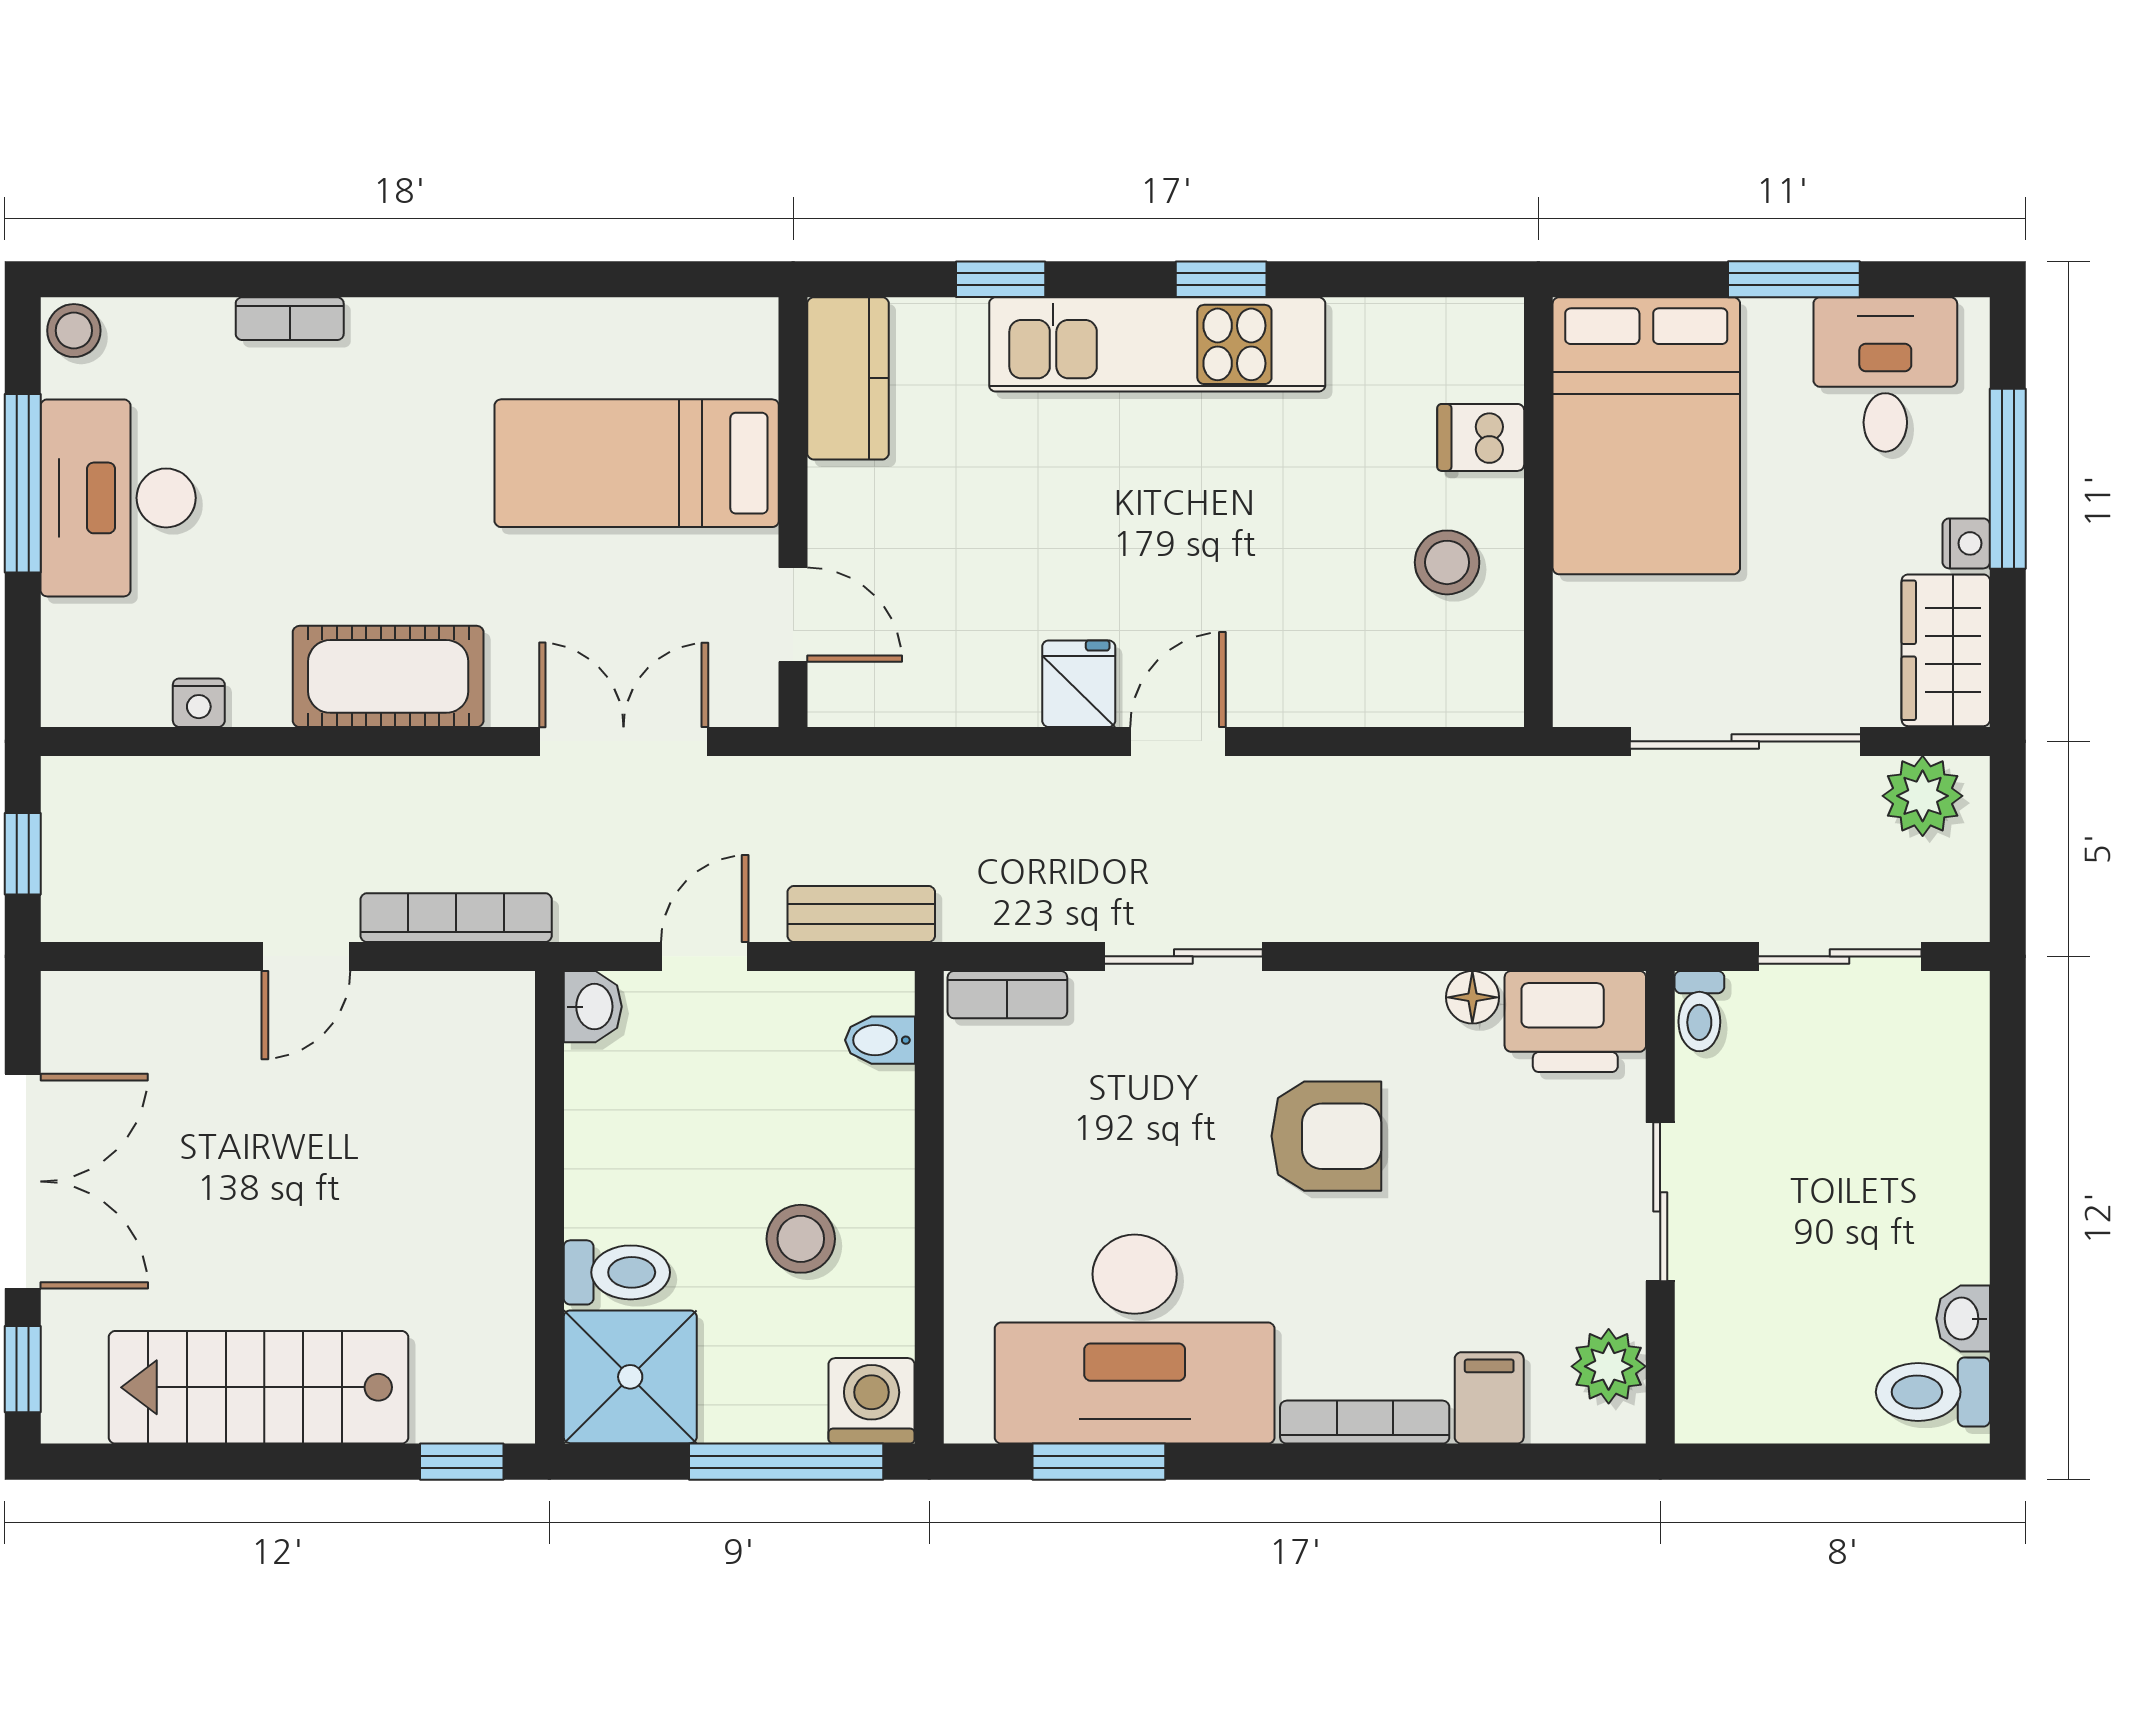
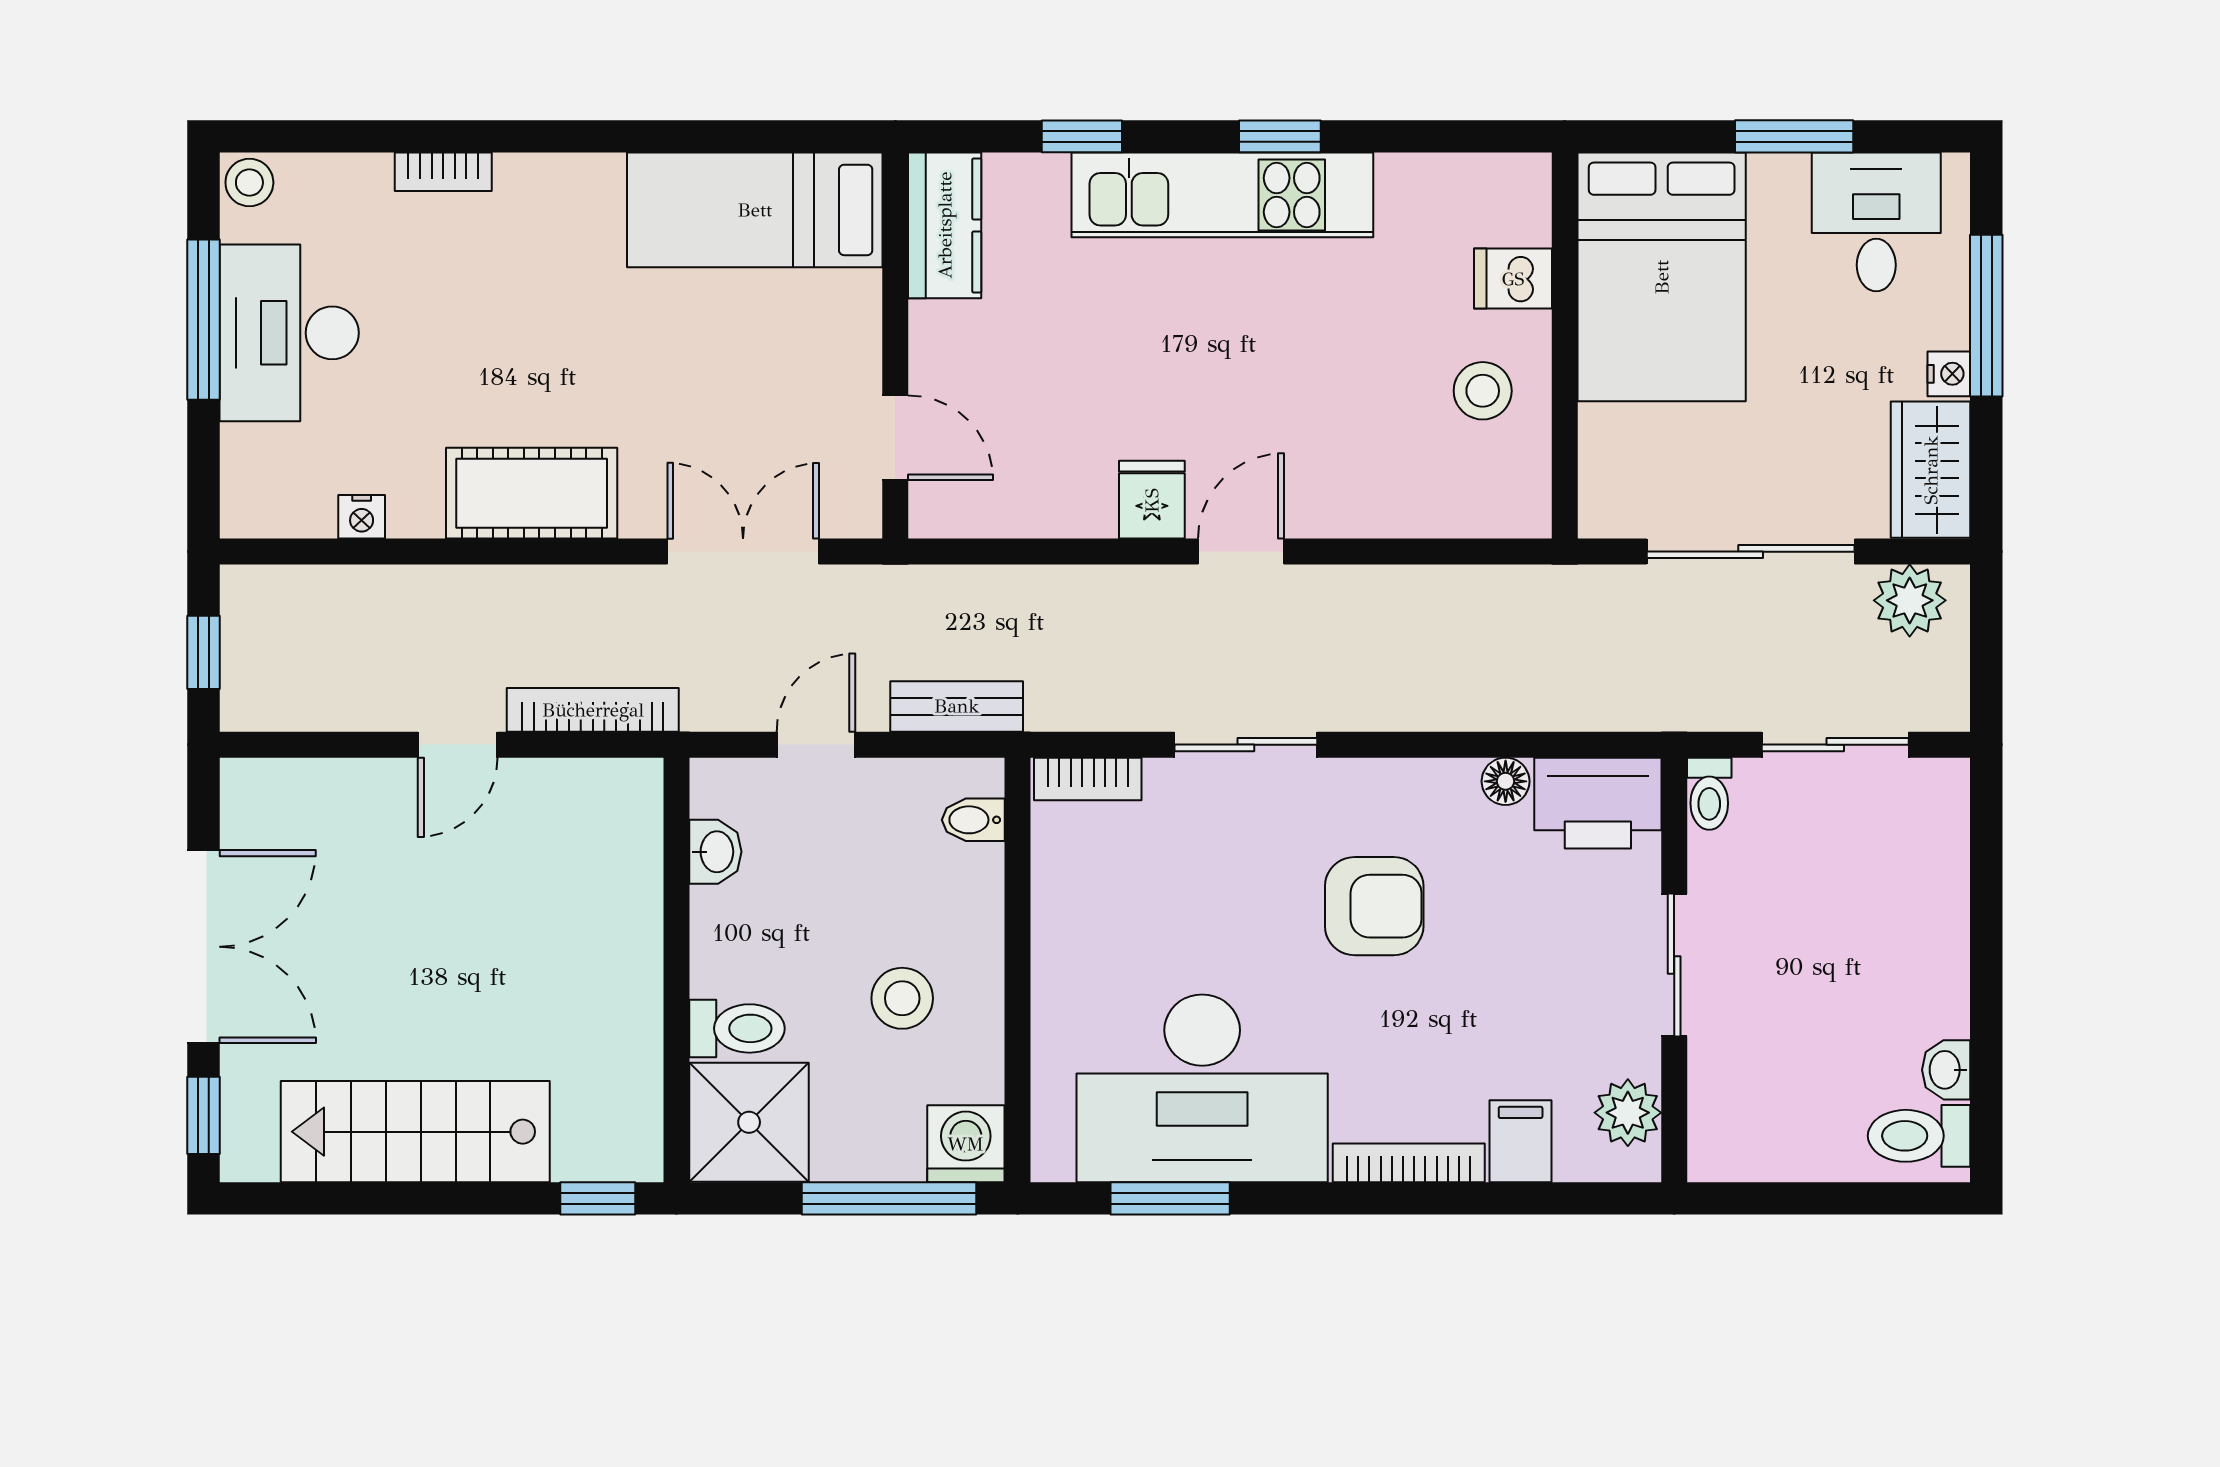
bed: (637, 463) -> (755, 210), moved
washbasin: (593, 1007) -> (715, 852), moved

